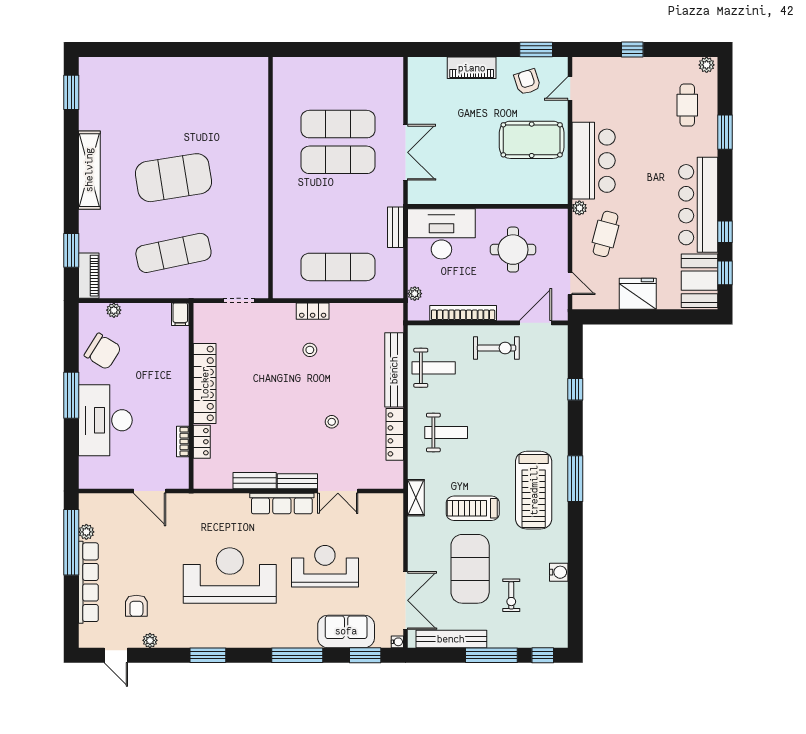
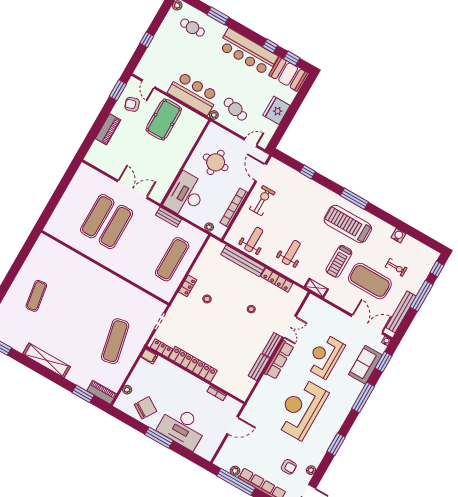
exercise mat: (173, 178) -> (36, 296), moved, width x0.50, depth x0.69
locker: (202, 442) -> (161, 348), moved
treadmill: (534, 490) -> (348, 224), turned 180

